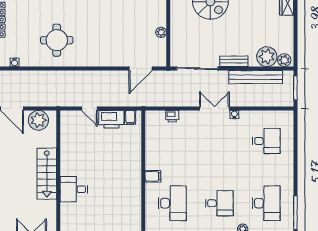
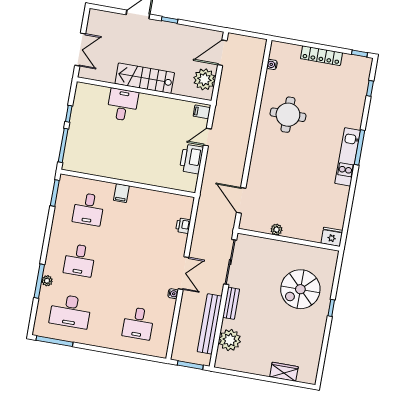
plant: (284, 60) -> (223, 358), removed
filing cabinet: (130, 117) -> (202, 112), moved
desk: (172, 203) -> (88, 209), width x0.73

